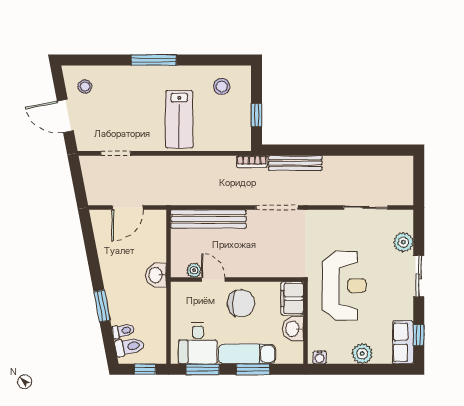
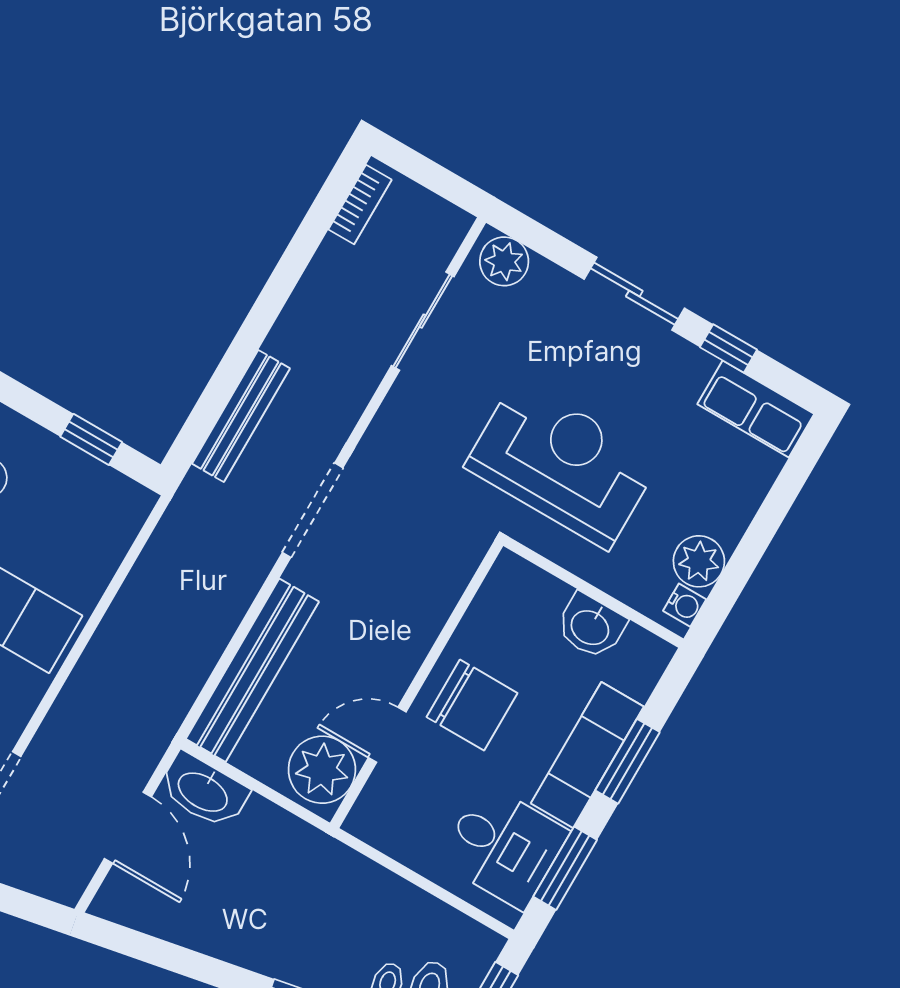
bookcase: (252, 162) -> (360, 205), moved
plant: (403, 242) -> (504, 261), moved
plant: (194, 270) -> (322, 770), width x1.88, depth x1.88
washbasin: (156, 275) -> (203, 791), moved, width x1.38
filing cabinet: (292, 298) -> (525, 590), removed
chair: (241, 303) -> (472, 705), turned 90
window: (419, 335) -> (728, 348), moved
plant: (362, 354) -> (699, 561), moved

